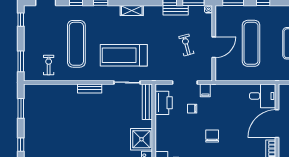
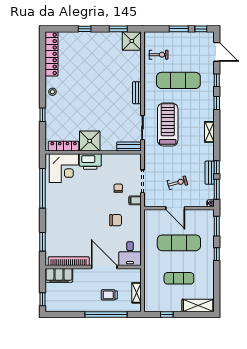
window: (21, 61) -> (179, 29), moved
shower: (34, 94) -> (132, 41), added
bench: (147, 102) -> (129, 146), width x0.73
printer: (164, 103) -> (90, 162), moved
chair: (212, 136) -> (116, 220), moved

